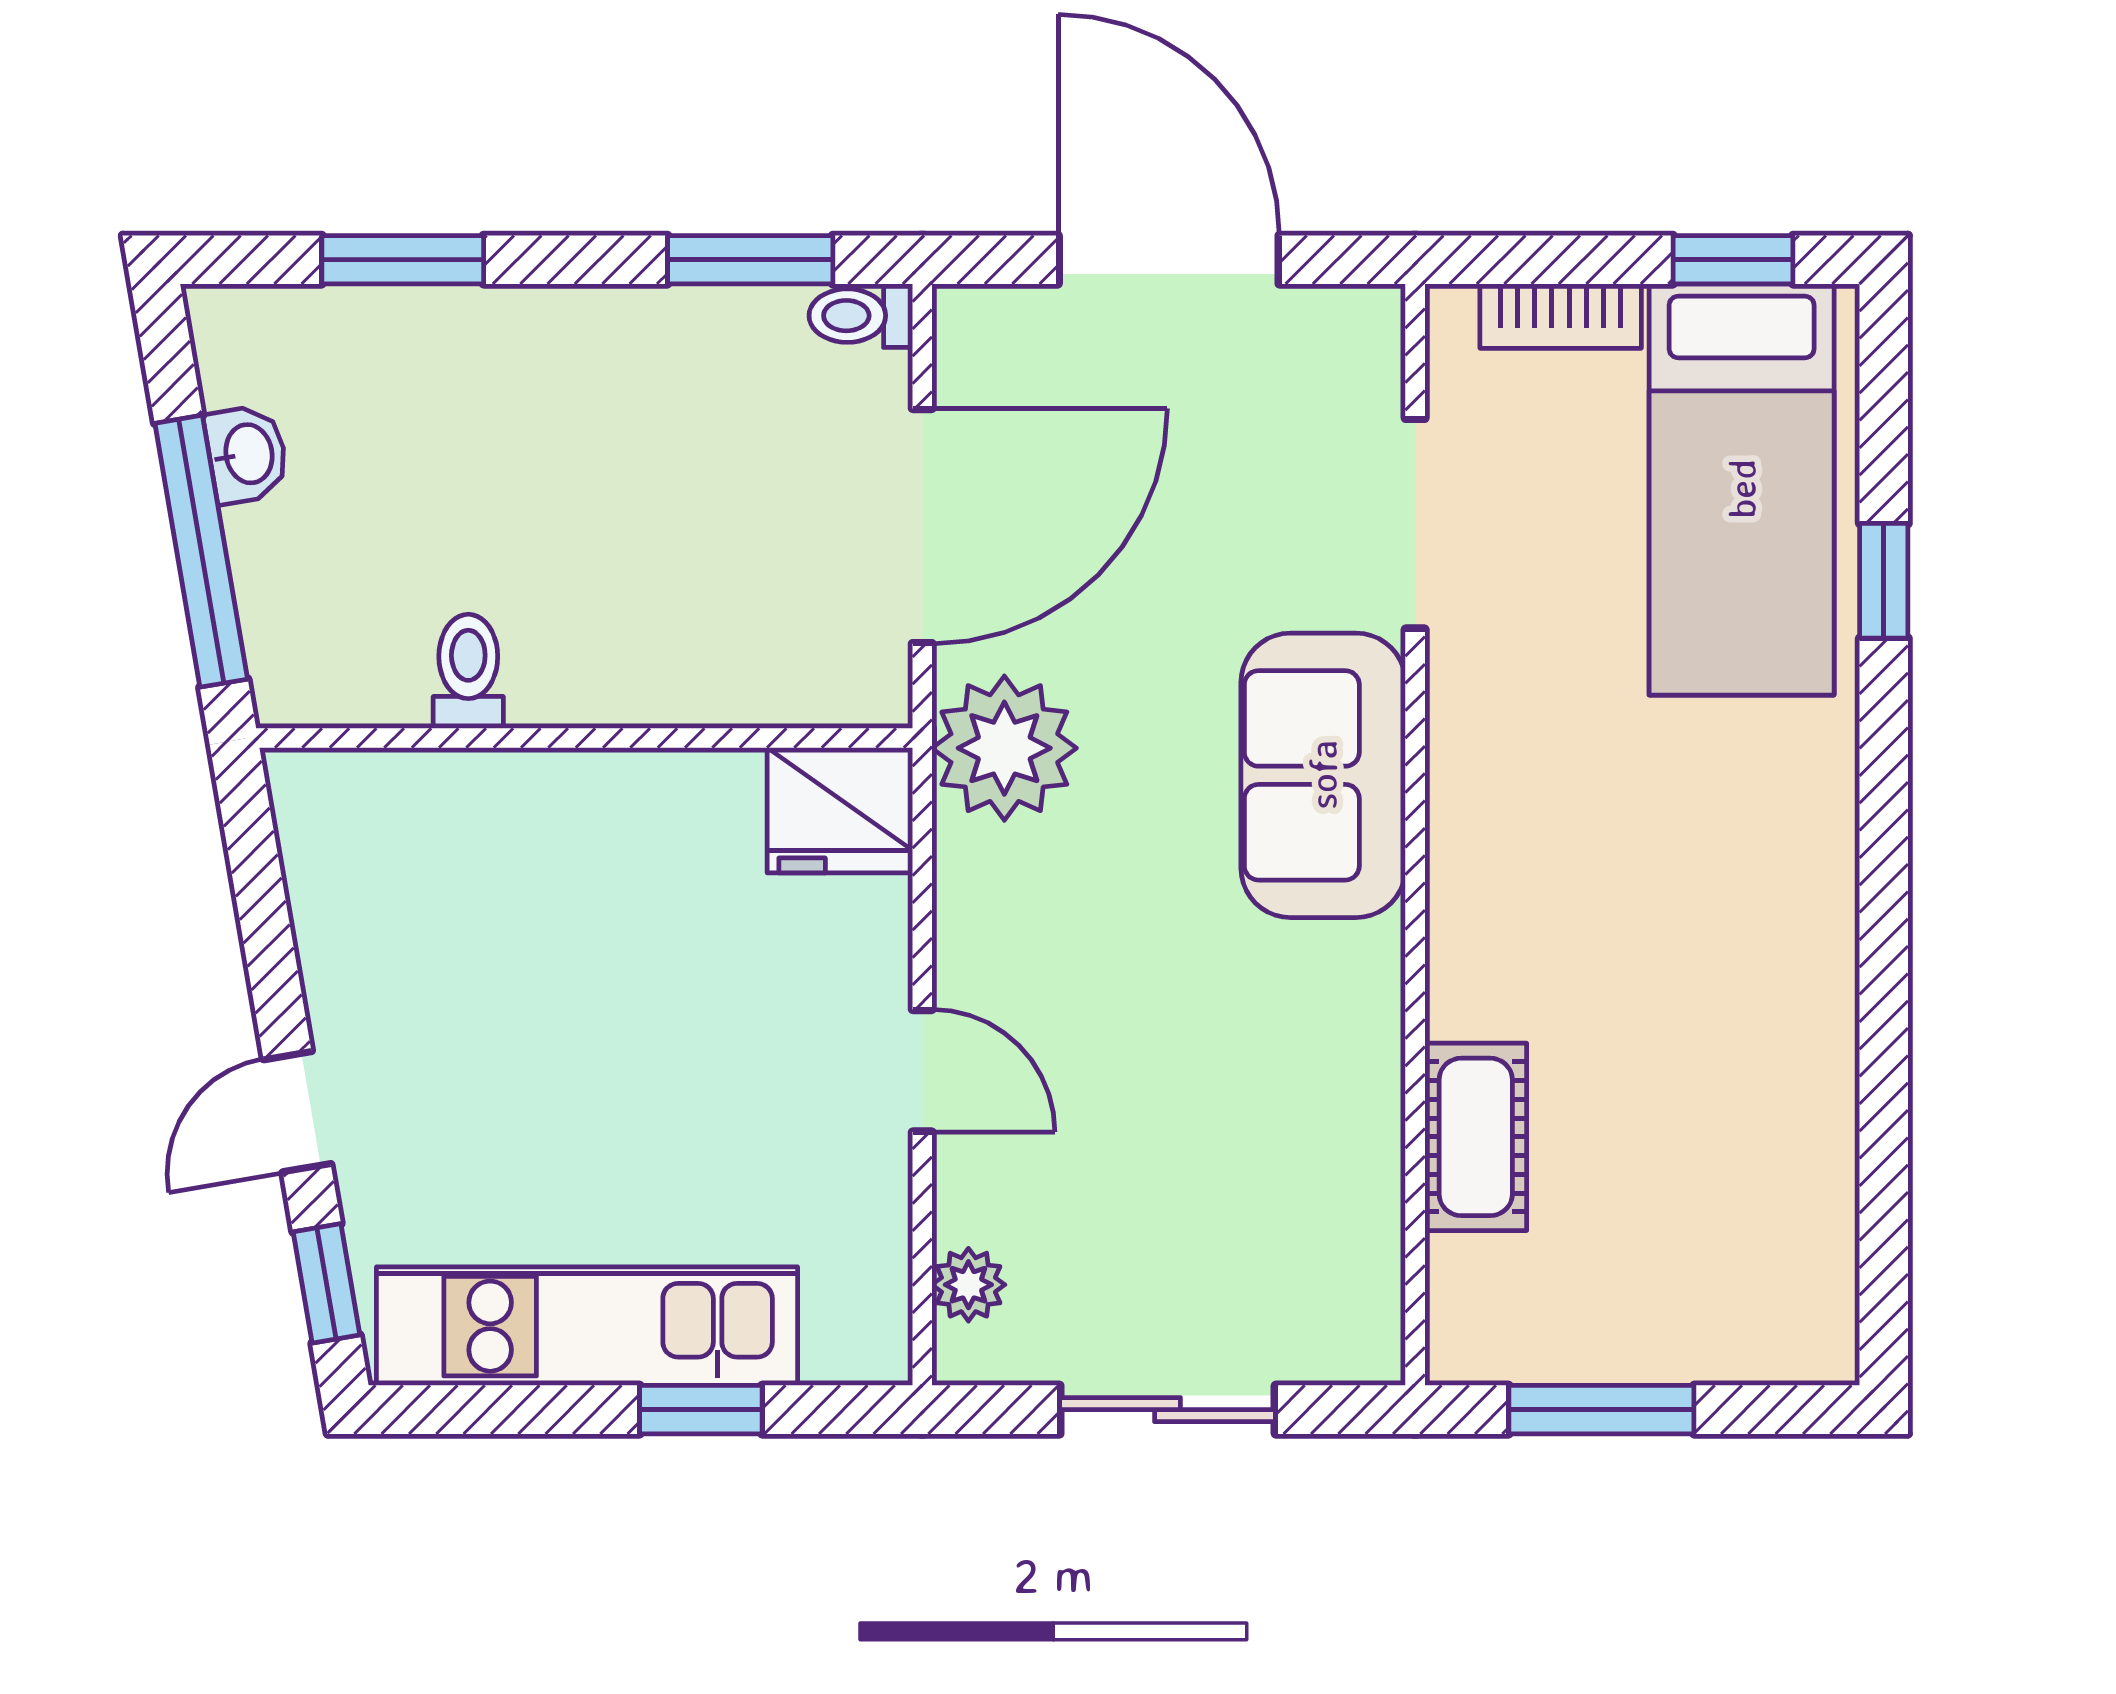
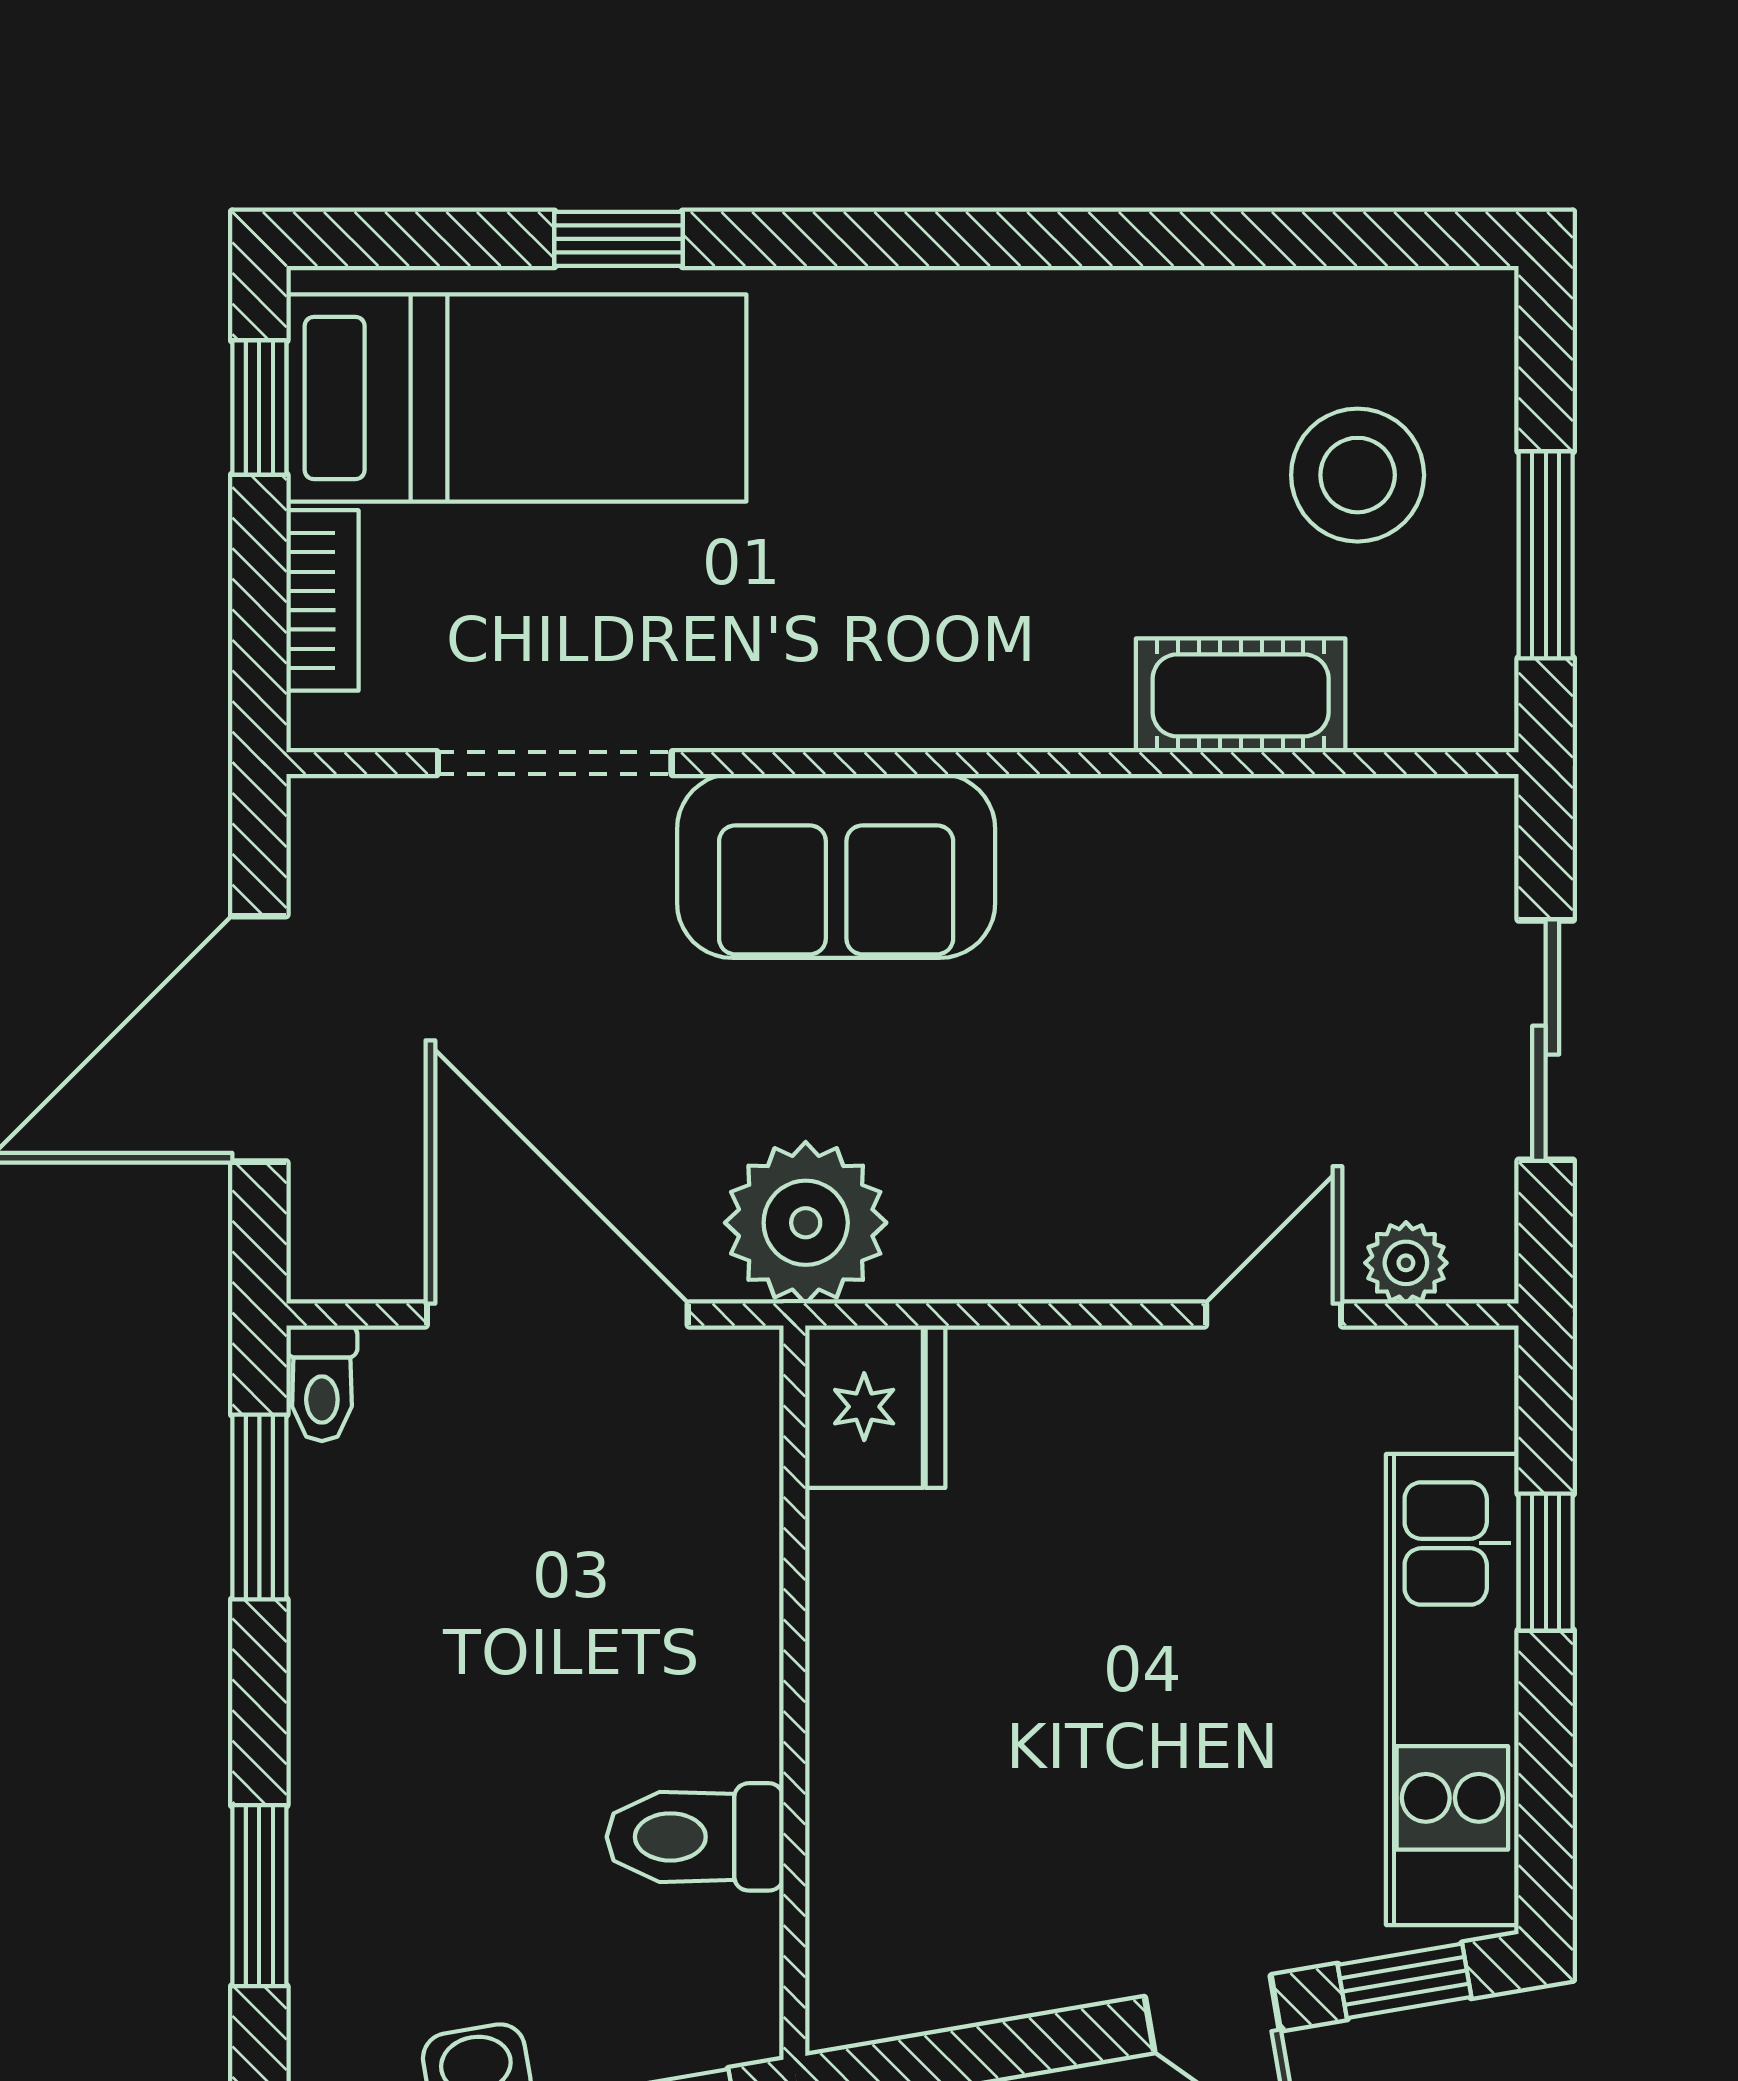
toilet: (468, 671) -> (695, 1837), width x1.37, depth x1.39
door: (922, 1071) -> (1274, 1314), moved
stool: (1673, 1241) -> (1358, 475), added

